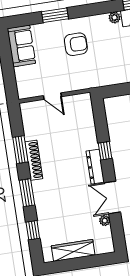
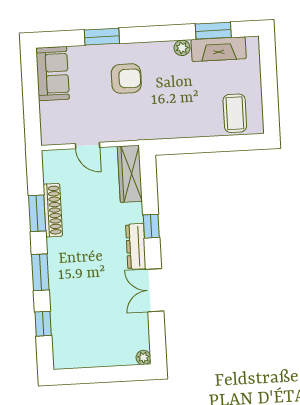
shoe rack: (34, 160) -> (53, 210), moved
plant: (105, 221) -> (143, 357), moved
wardrobe: (73, 250) -> (130, 174), moved, turned -90

